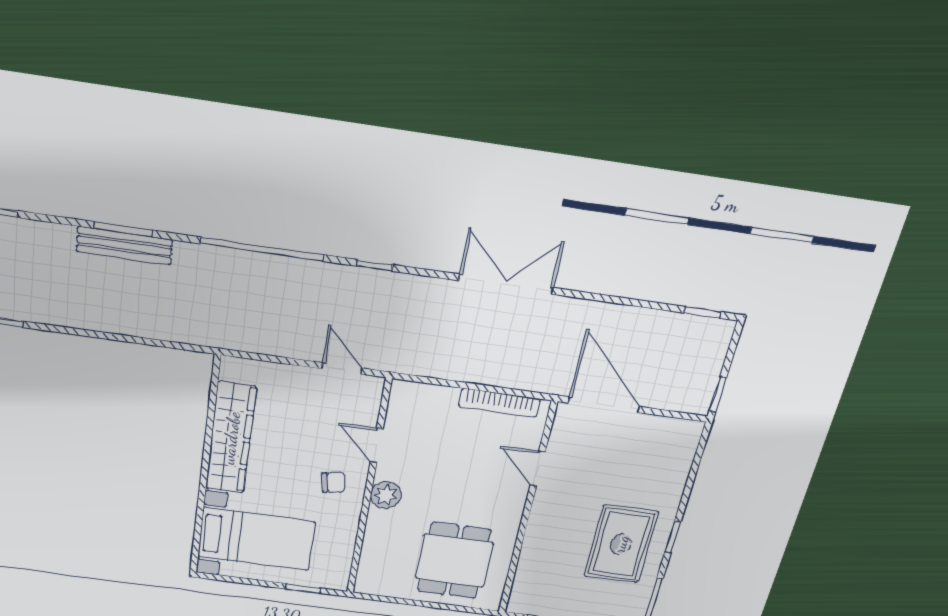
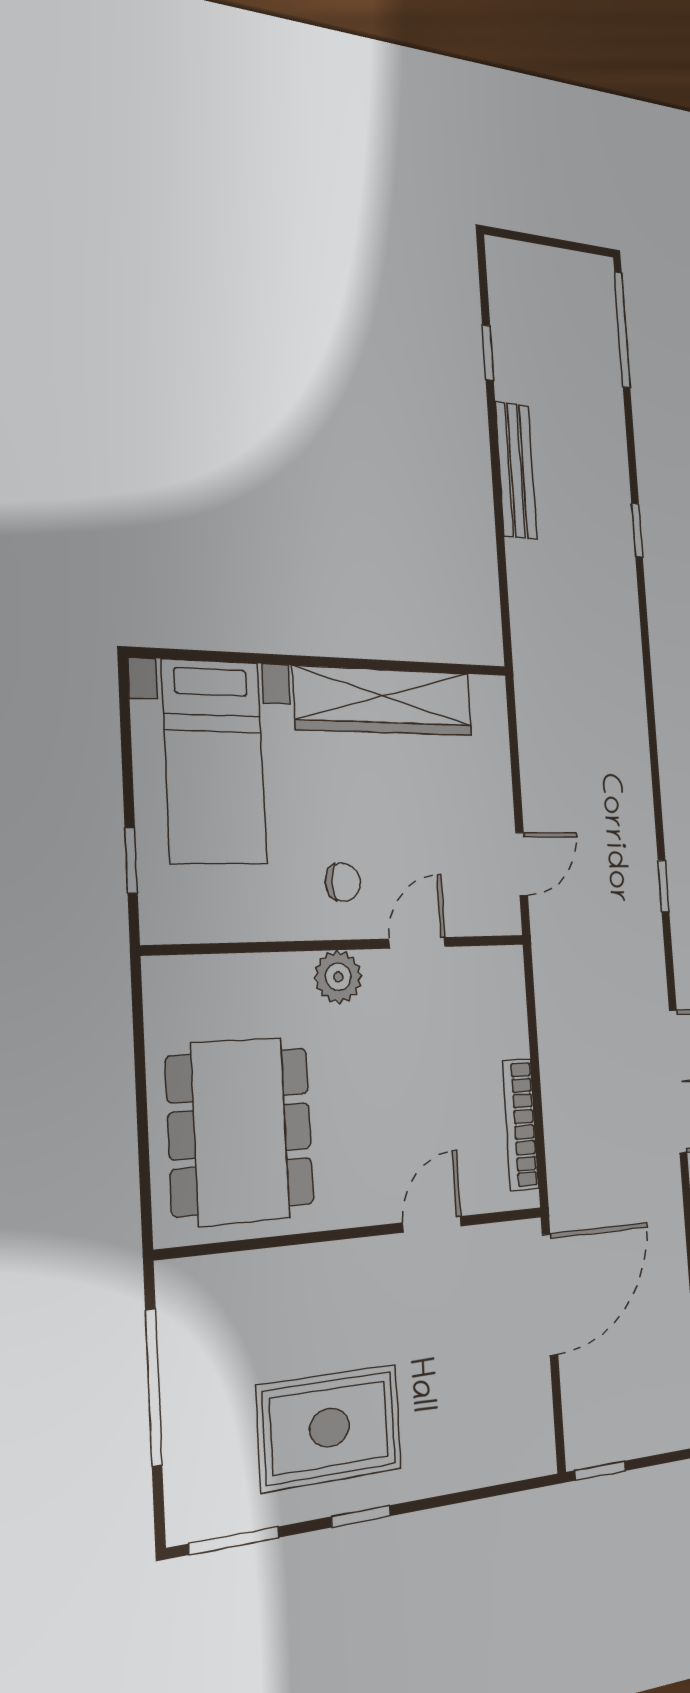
window: (123, 229) -> (637, 530), width x0.67
bench: (124, 246) -> (516, 471), moved
window: (262, 249) -> (652, 724), removed
chair: (334, 482) -> (343, 882), turned -80
dining table: (454, 561) -> (240, 1131), width x1.38

